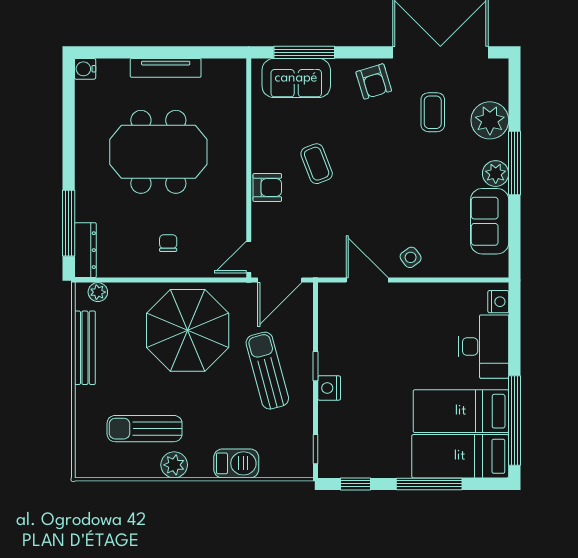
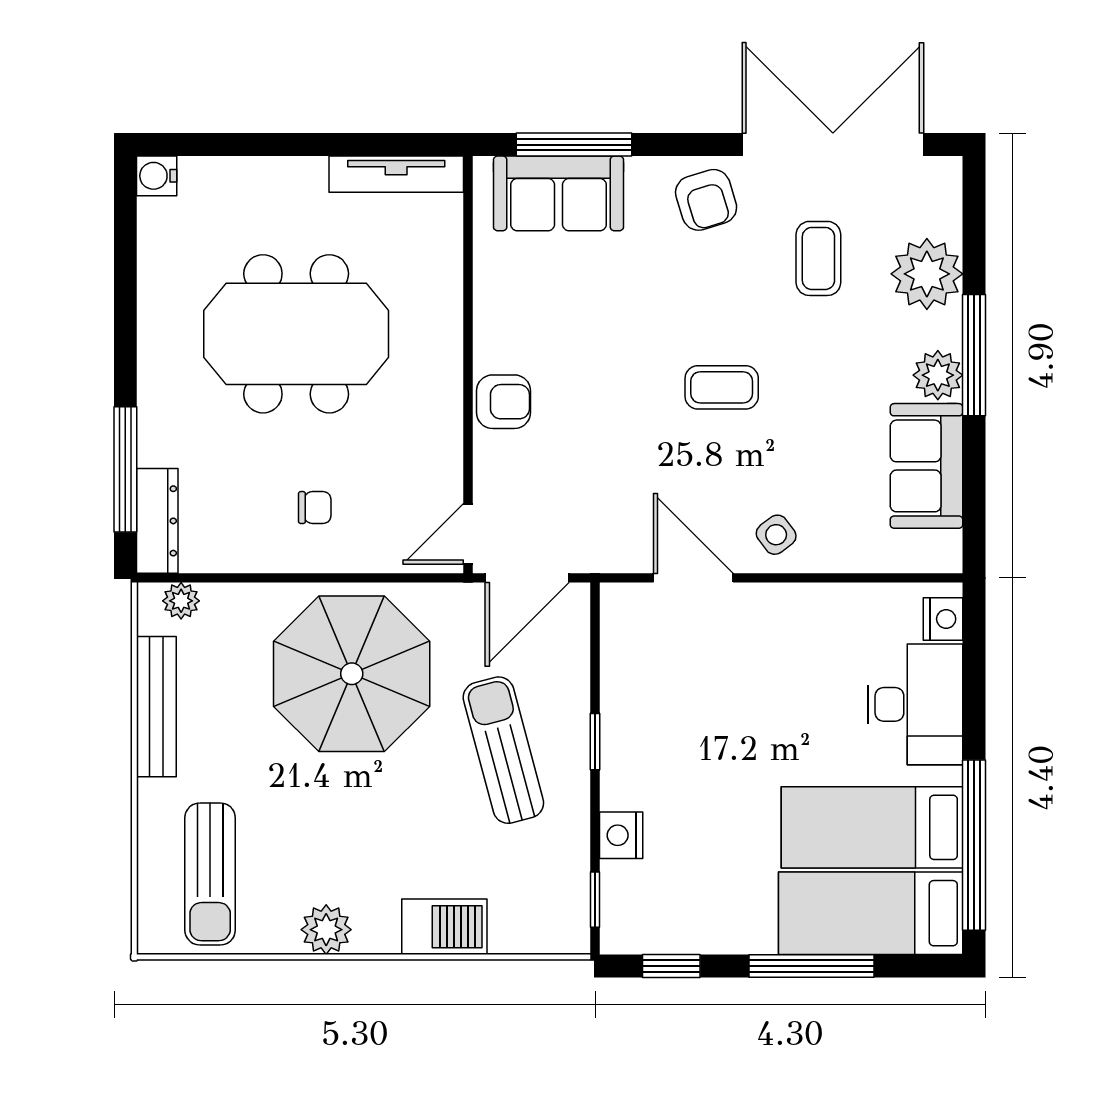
tv unit: (166, 68) -> (396, 174), moved
coffee table: (317, 164) -> (722, 387), moved, turned -69
chair: (168, 243) -> (315, 508), turned 90
nightstand: (329, 388) -> (621, 835), moved
sun lounger: (145, 429) -> (210, 874), moved, turned -90

